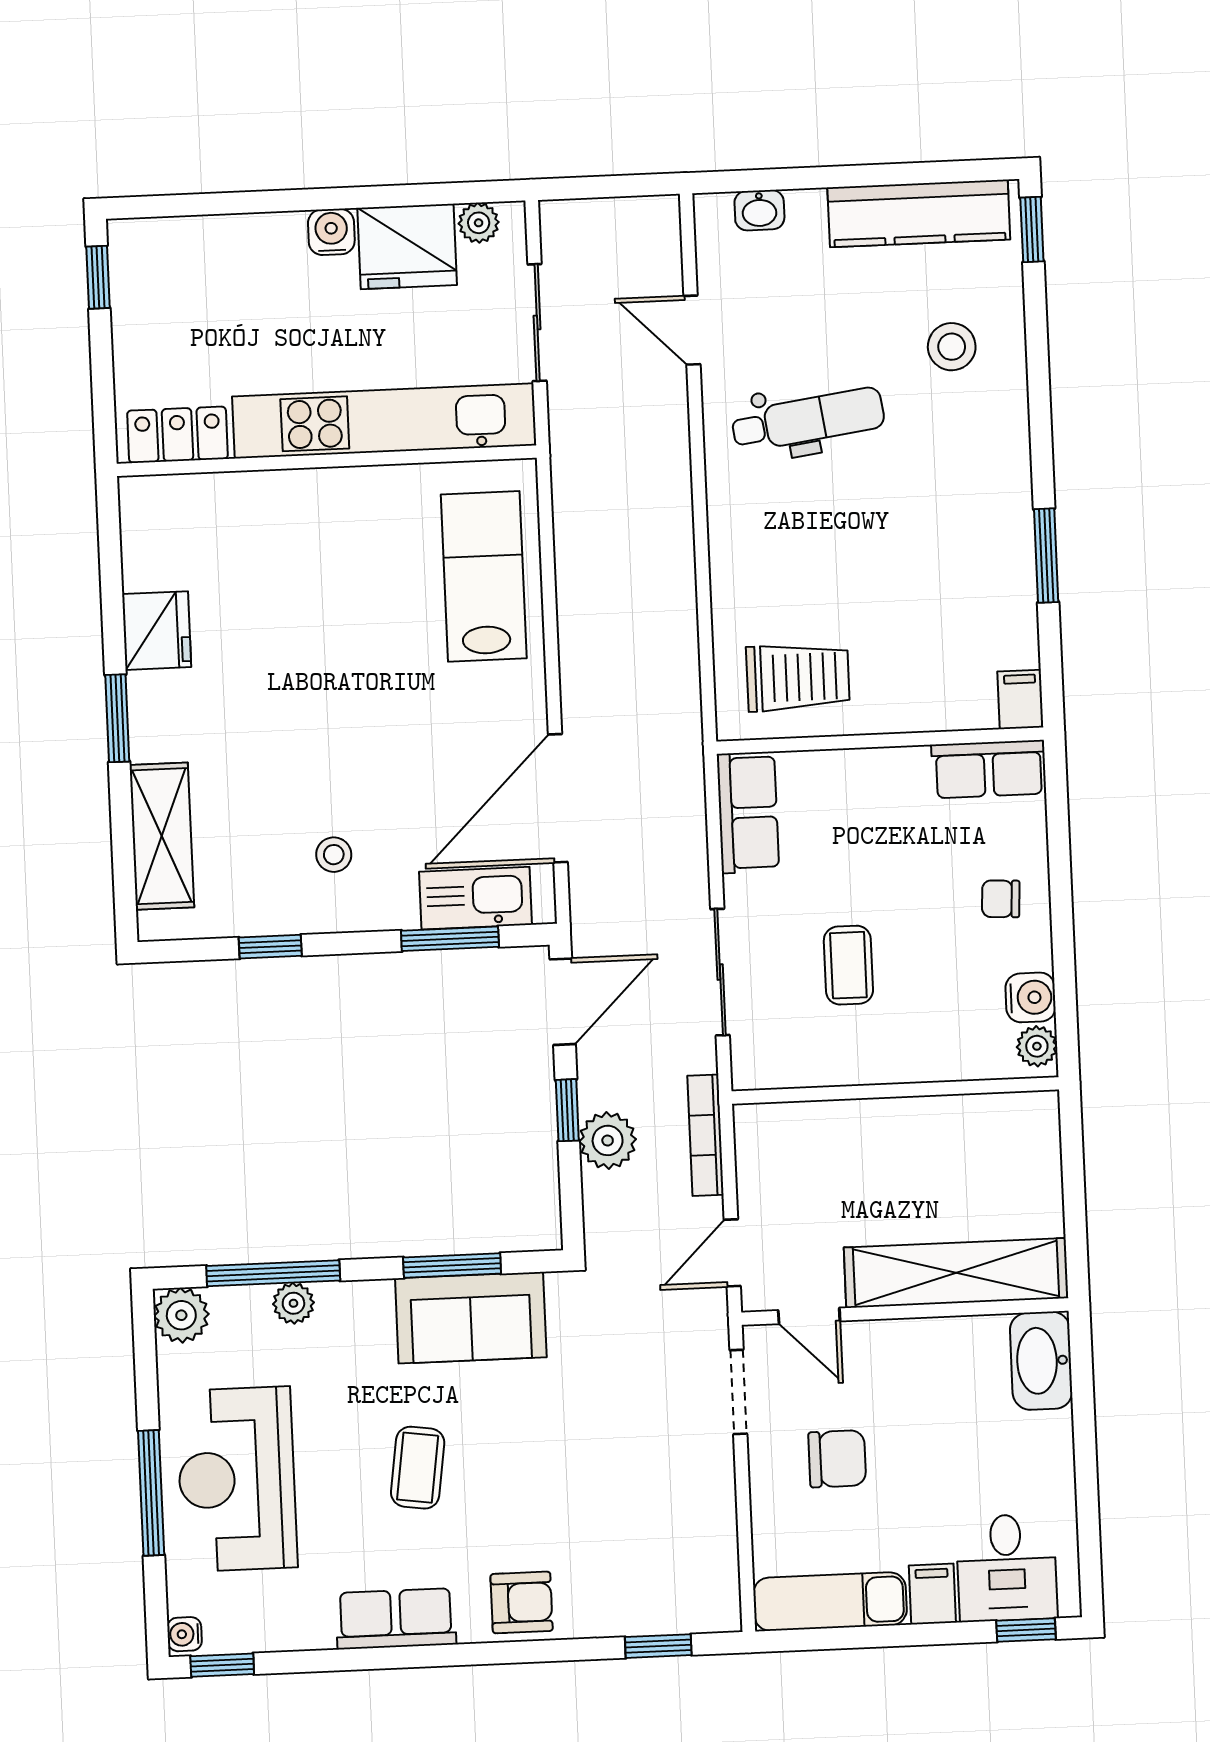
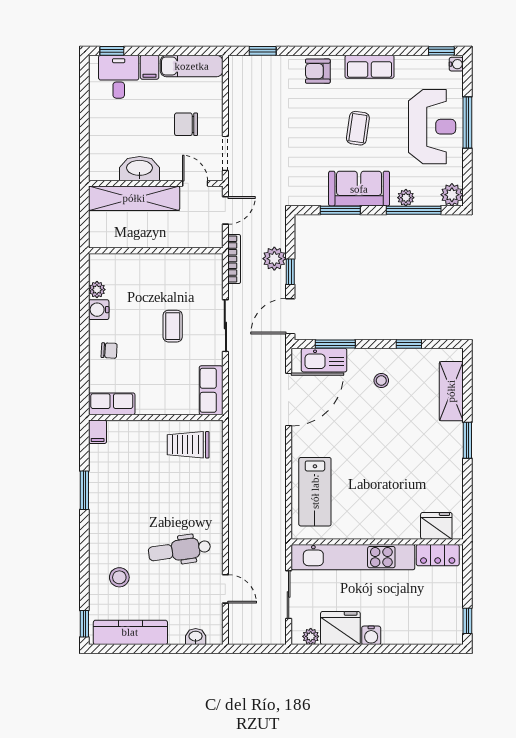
fridge: (157, 631) -> (436, 526), moved, turned 90
wall: (895, 1090) -> (156, 251), moved
sofa: (471, 1318) -> (359, 189), moved
washbasin: (1041, 1361) -> (140, 169), moved, turned -90

